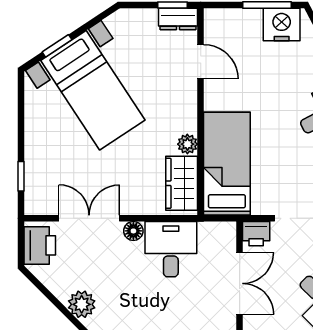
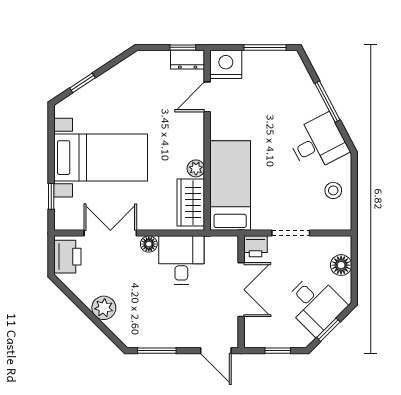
nightstand: (282, 25) -> (226, 64), moved
door: (201, 62) -> (207, 97), swing flipped
bed with nightstands: (93, 90) -> (101, 158), moved, turned -57

